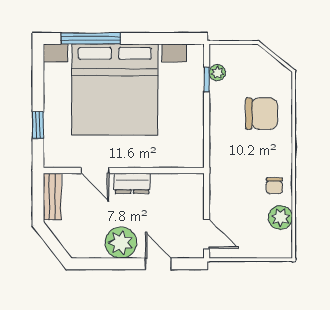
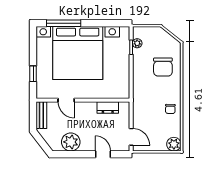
chair: (262, 114) -> (163, 67), turned 90
dresser: (132, 183) -> (108, 107), moved
plant: (280, 217) -> (174, 144), moved
plant: (121, 243) -> (71, 142), moved

